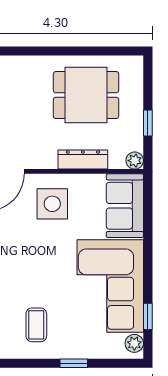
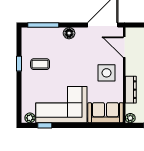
window: (74, 363) -> (19, 64), moved

